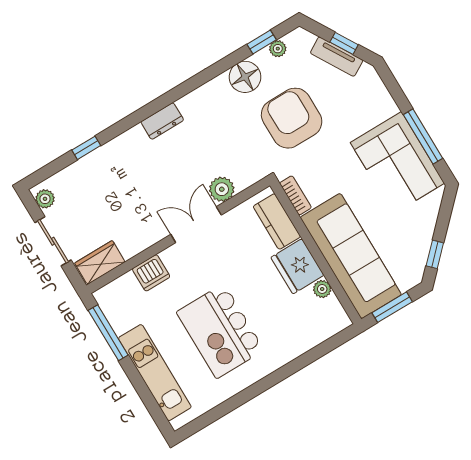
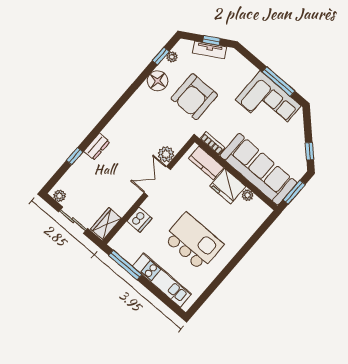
armchair: (292, 118) -> (194, 97), turned -90
dresser: (162, 121) -> (97, 147), moved
kitchen island: (220, 331) -> (193, 241), turned 180

